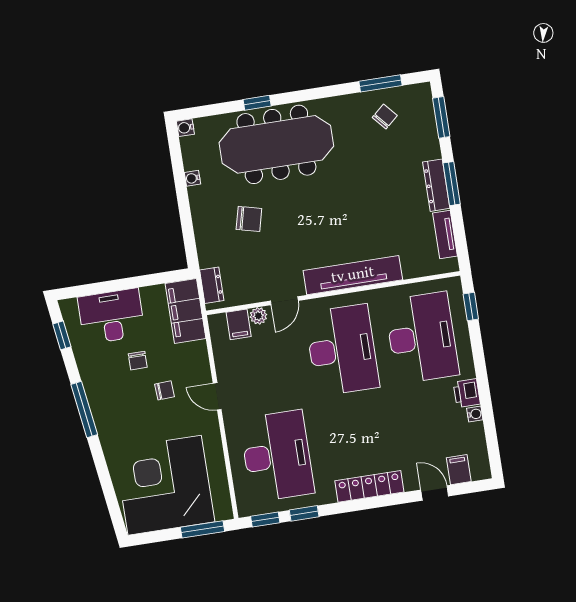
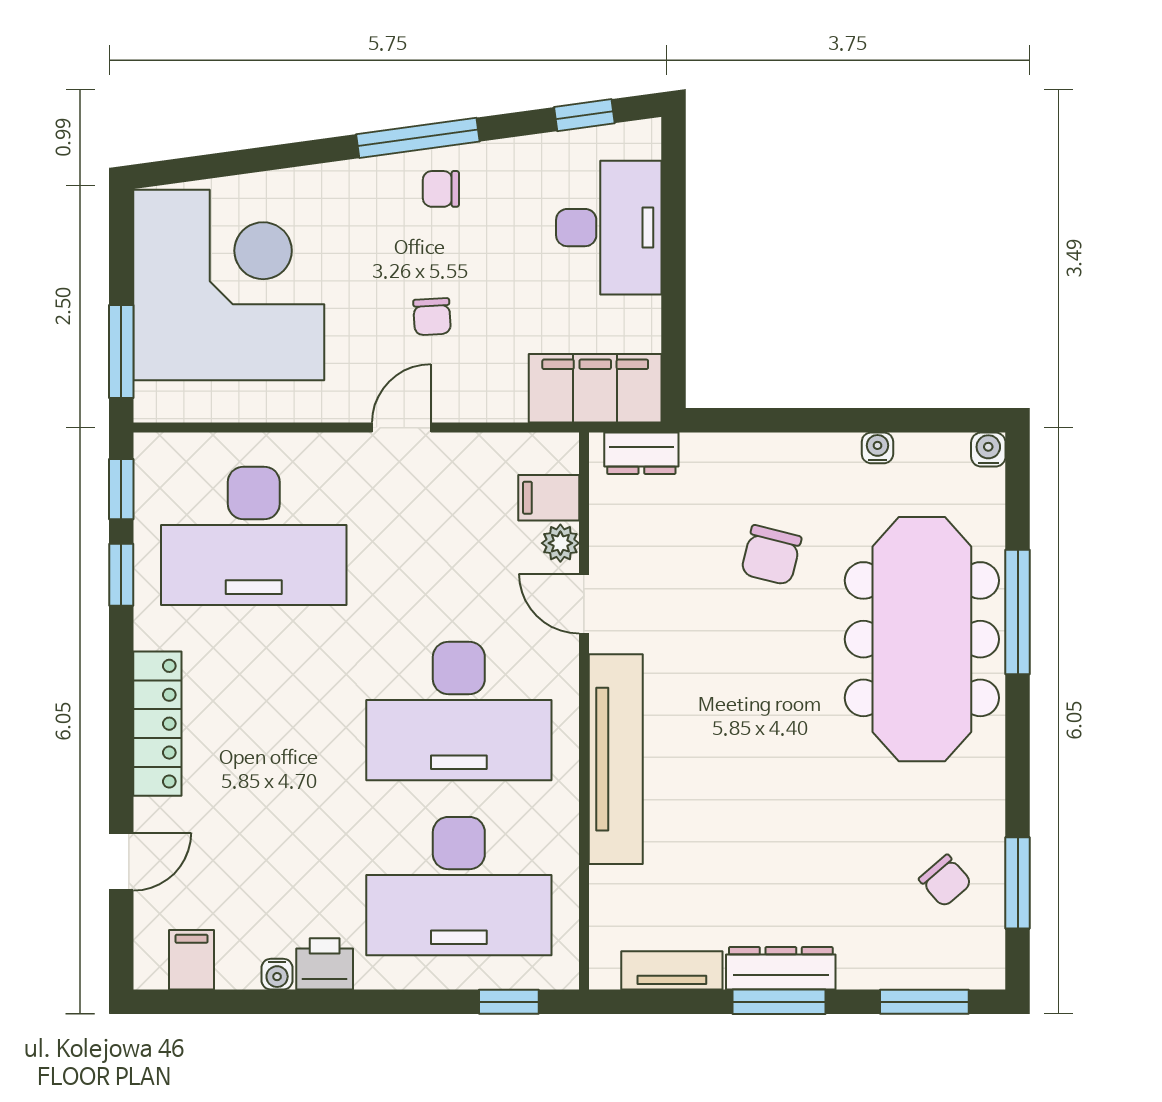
window: (257, 103) -> (1018, 612), width x2.17
chair: (138, 361) -> (441, 189), moved
filing cabinet: (459, 470) -> (192, 960), moved, turned -90

